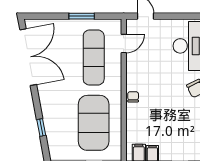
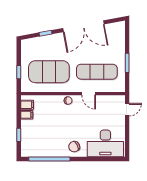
door: (124, 44) -> (89, 94), moved
double door: (28, 57) -> (83, 26), moved

